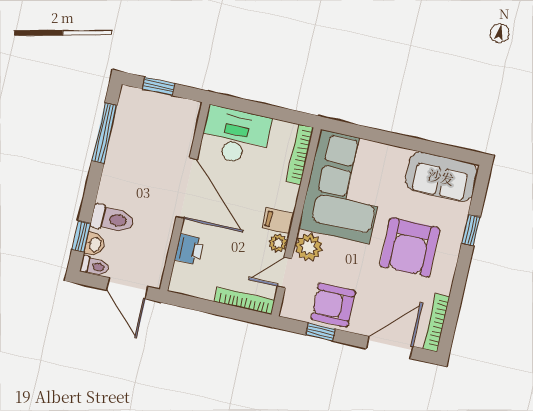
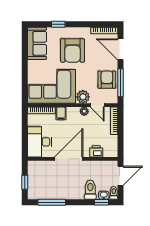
filing cabinet: (278, 221) -> (61, 113), moved
armchair: (410, 247) -> (73, 50), turned 90
armchair: (333, 305) -> (107, 80), turned 180
window: (320, 332) -> (121, 83), width x2.17

